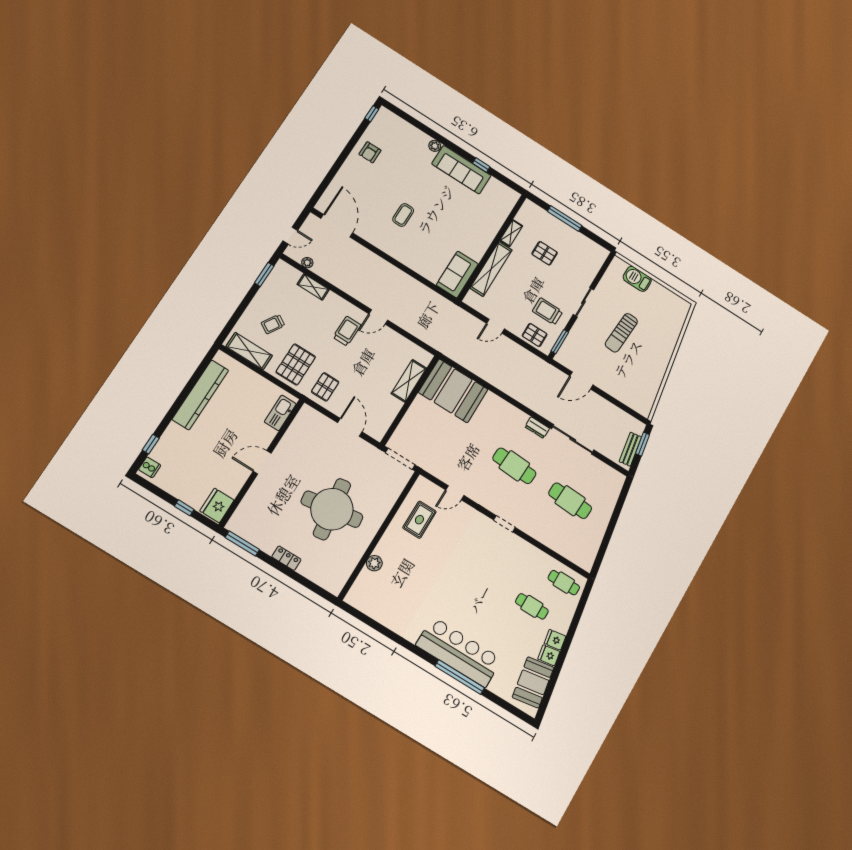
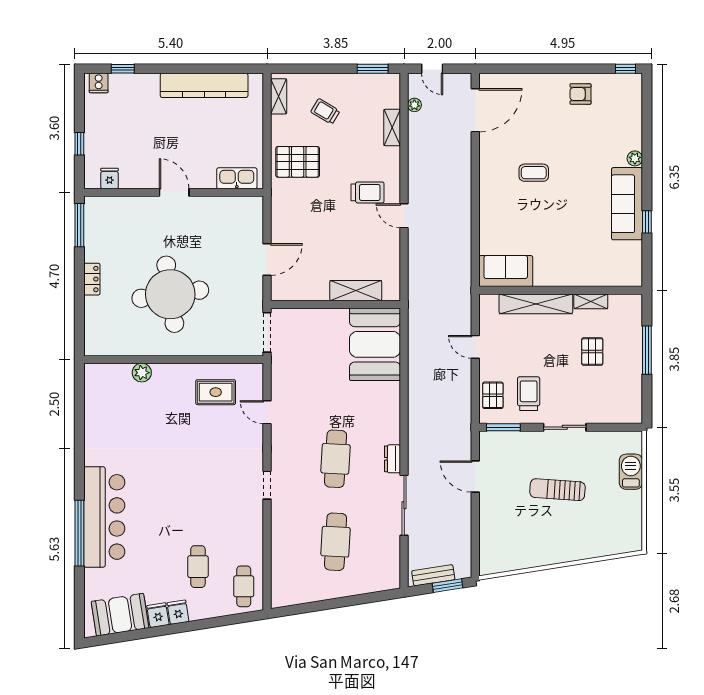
shelving: (249, 351) -> (279, 96), width x0.67, depth x0.75
pallet: (325, 387) -> (293, 207), removed
fridge: (217, 506) -> (110, 178), width x0.53, depth x0.75

